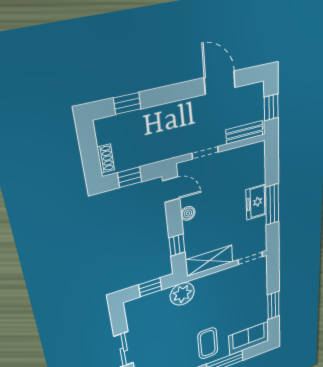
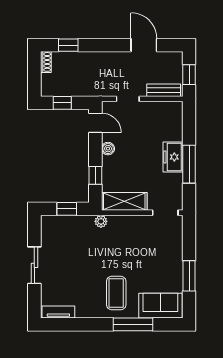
shoe rack: (106, 159) -> (46, 62), moved
plant: (182, 294) -> (101, 221), width x0.53, depth x0.53

